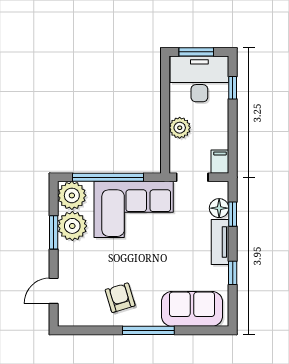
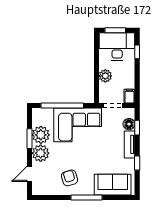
plant: (72, 195) -> (41, 153), moved

